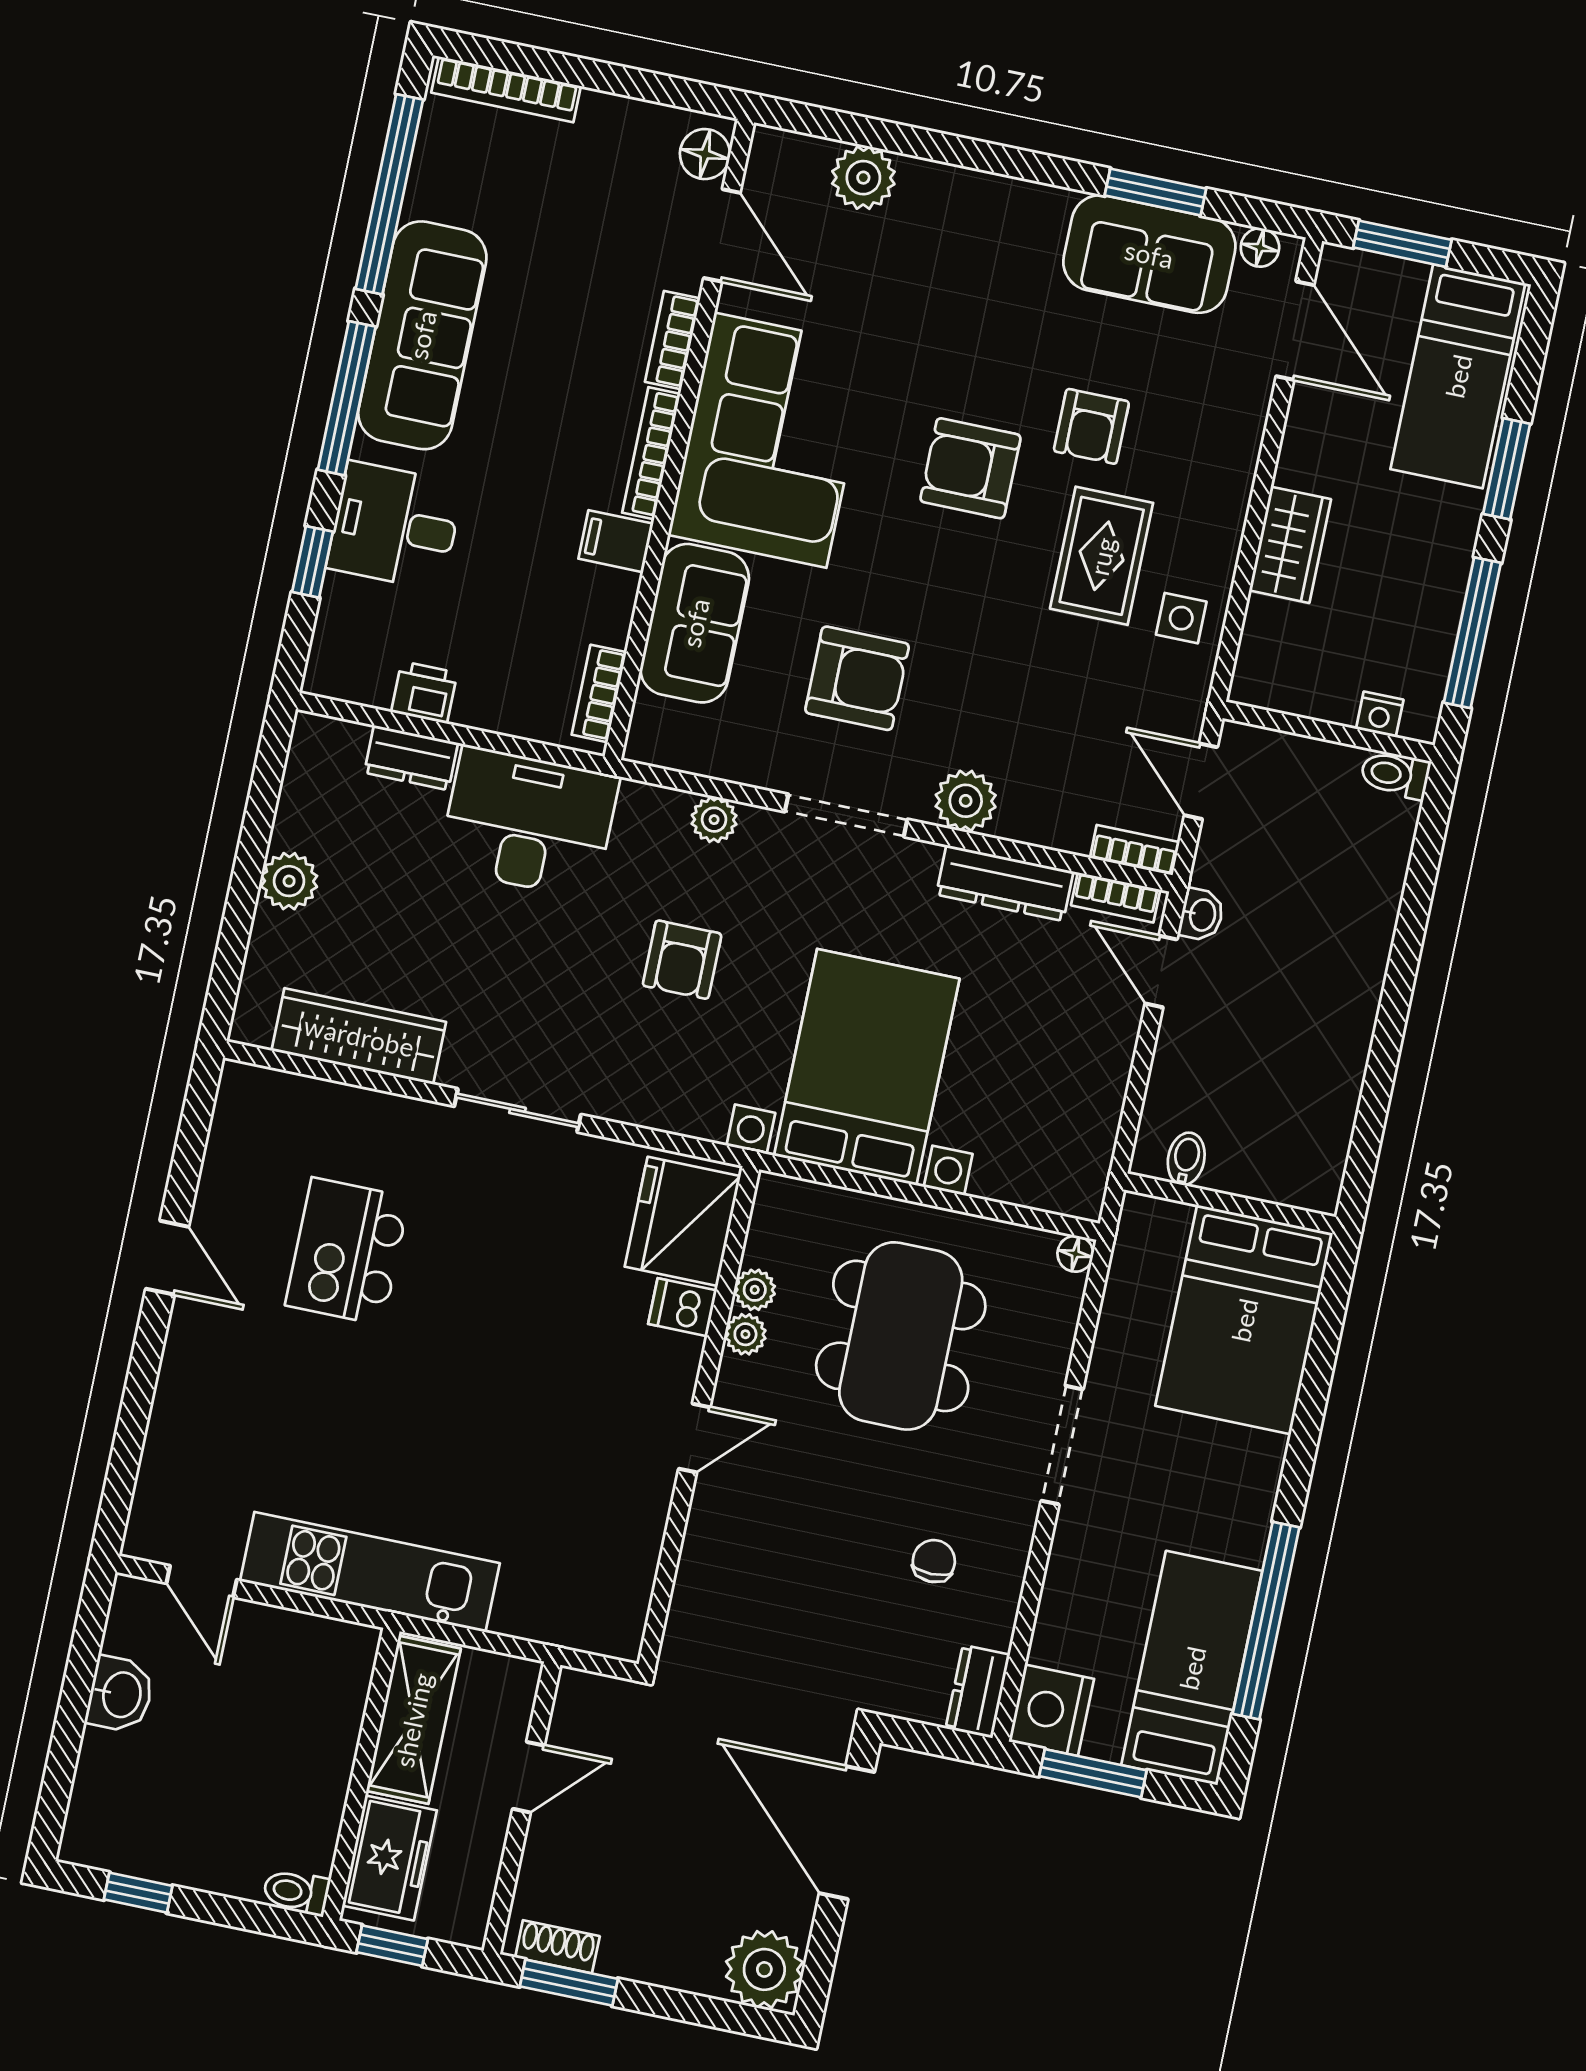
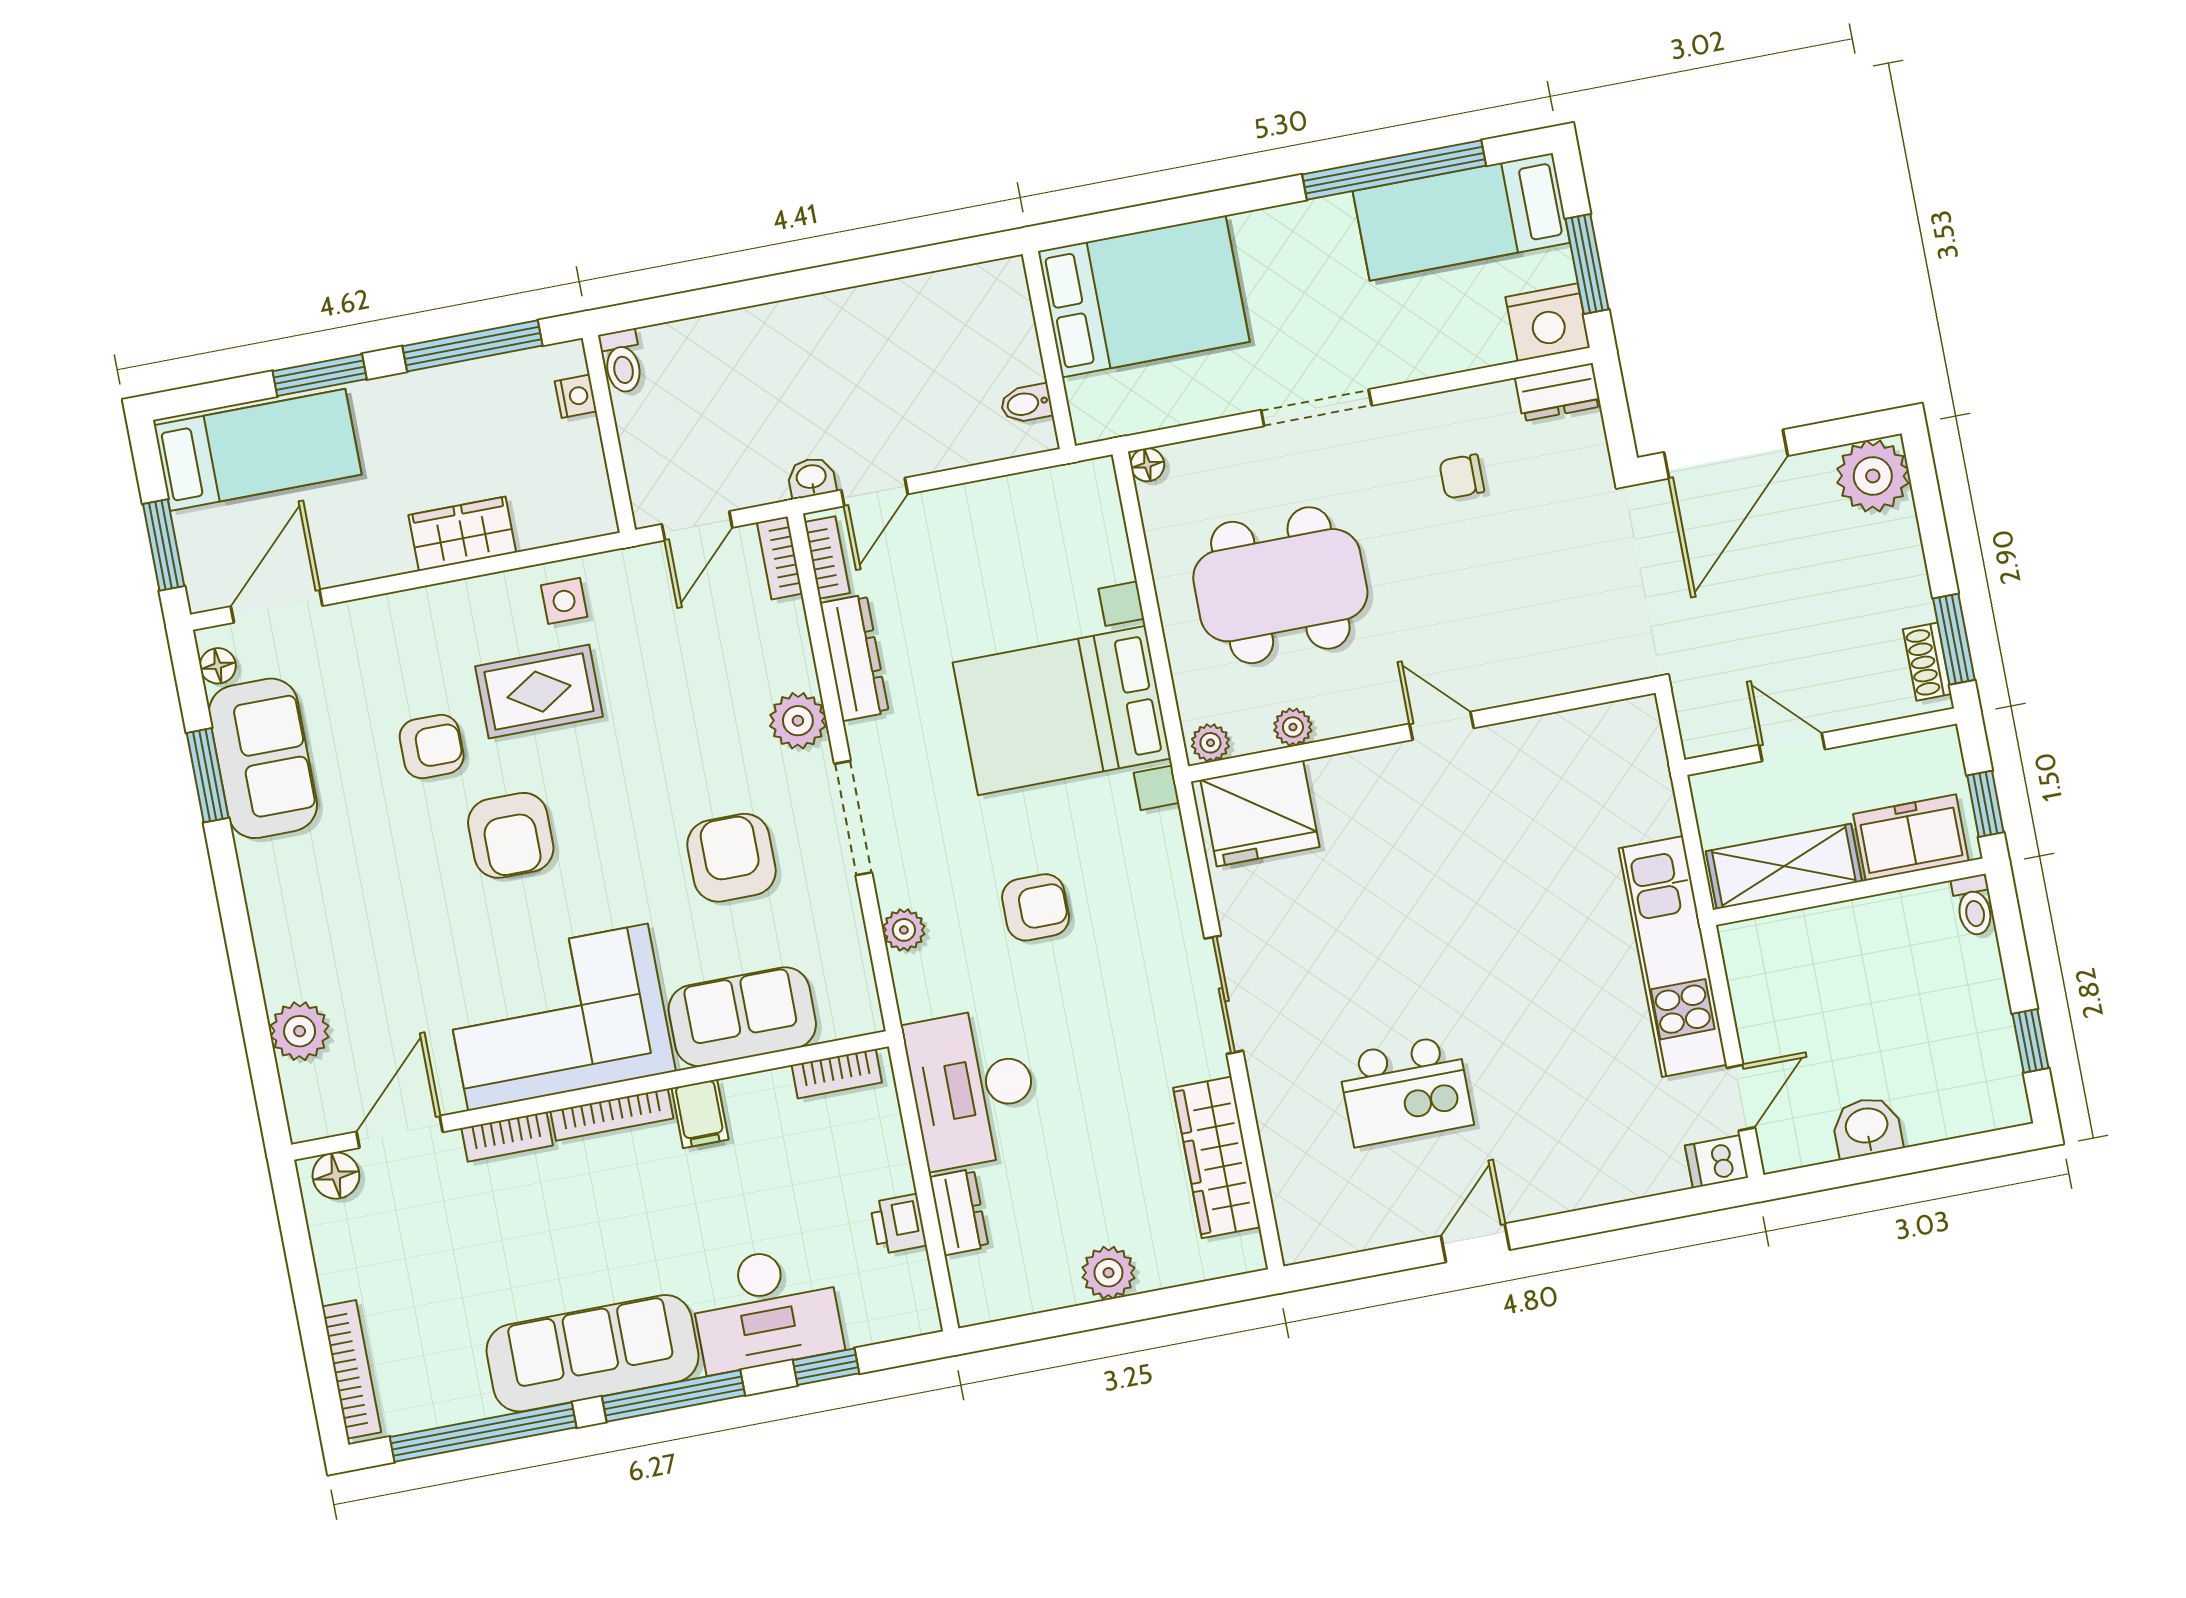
desk: (395, 526) -> (766, 1309), width x1.37
dishwasher: (682, 1307) -> (1717, 1162), moved, turned 90
plant: (745, 1334) -> (1210, 743), moved

